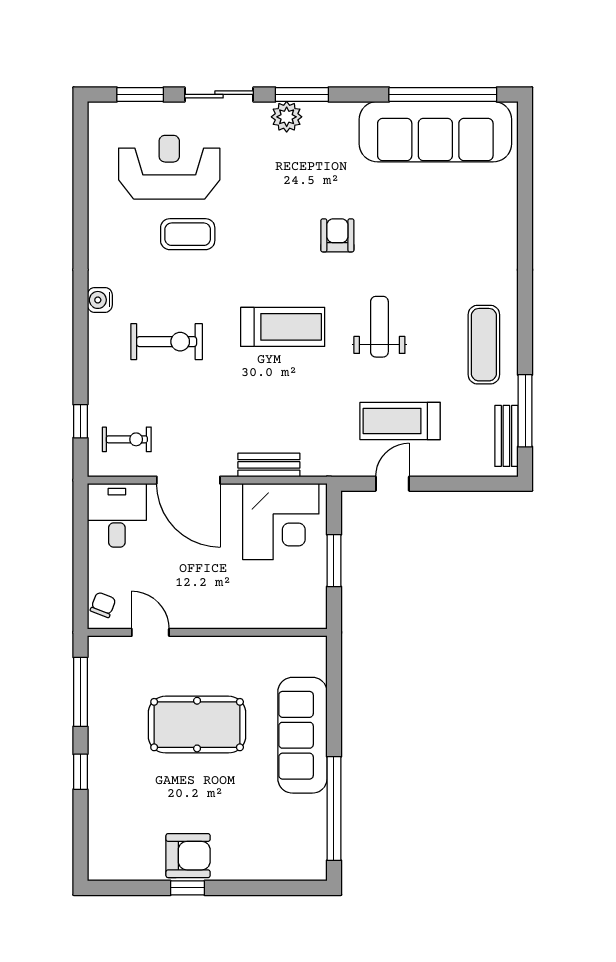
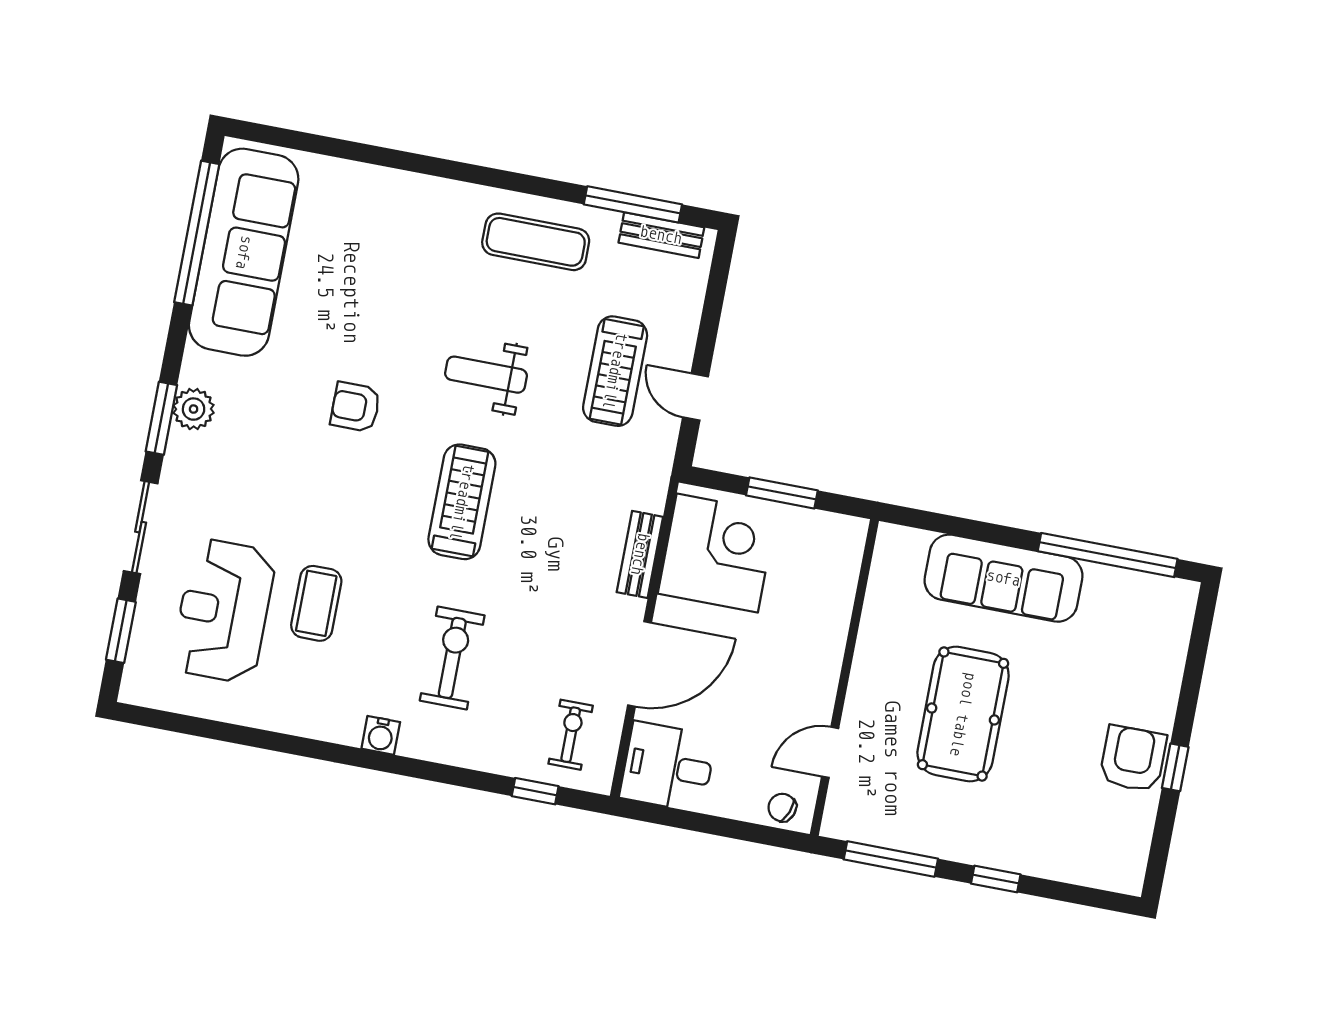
plant: (287, 117) -> (194, 409), moved

